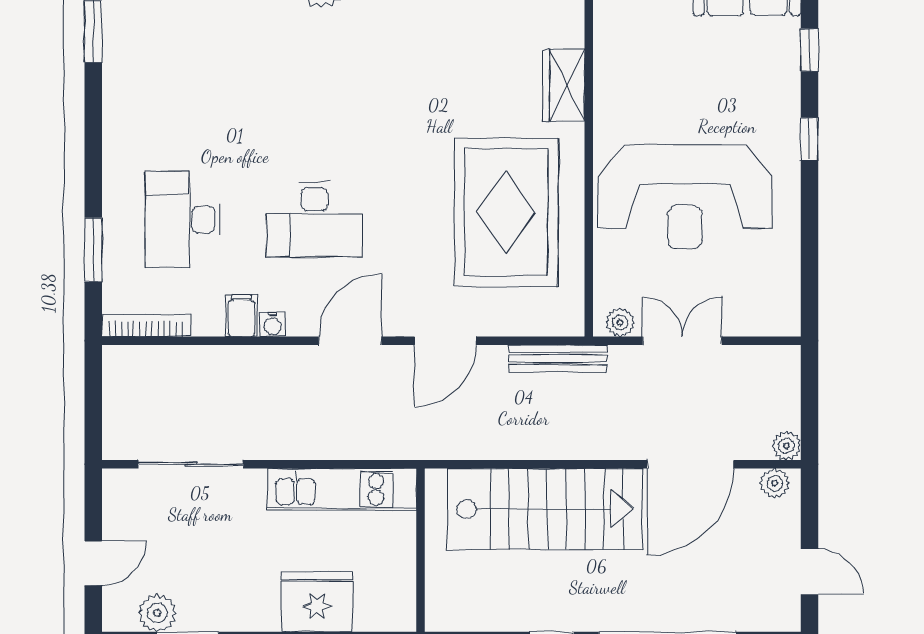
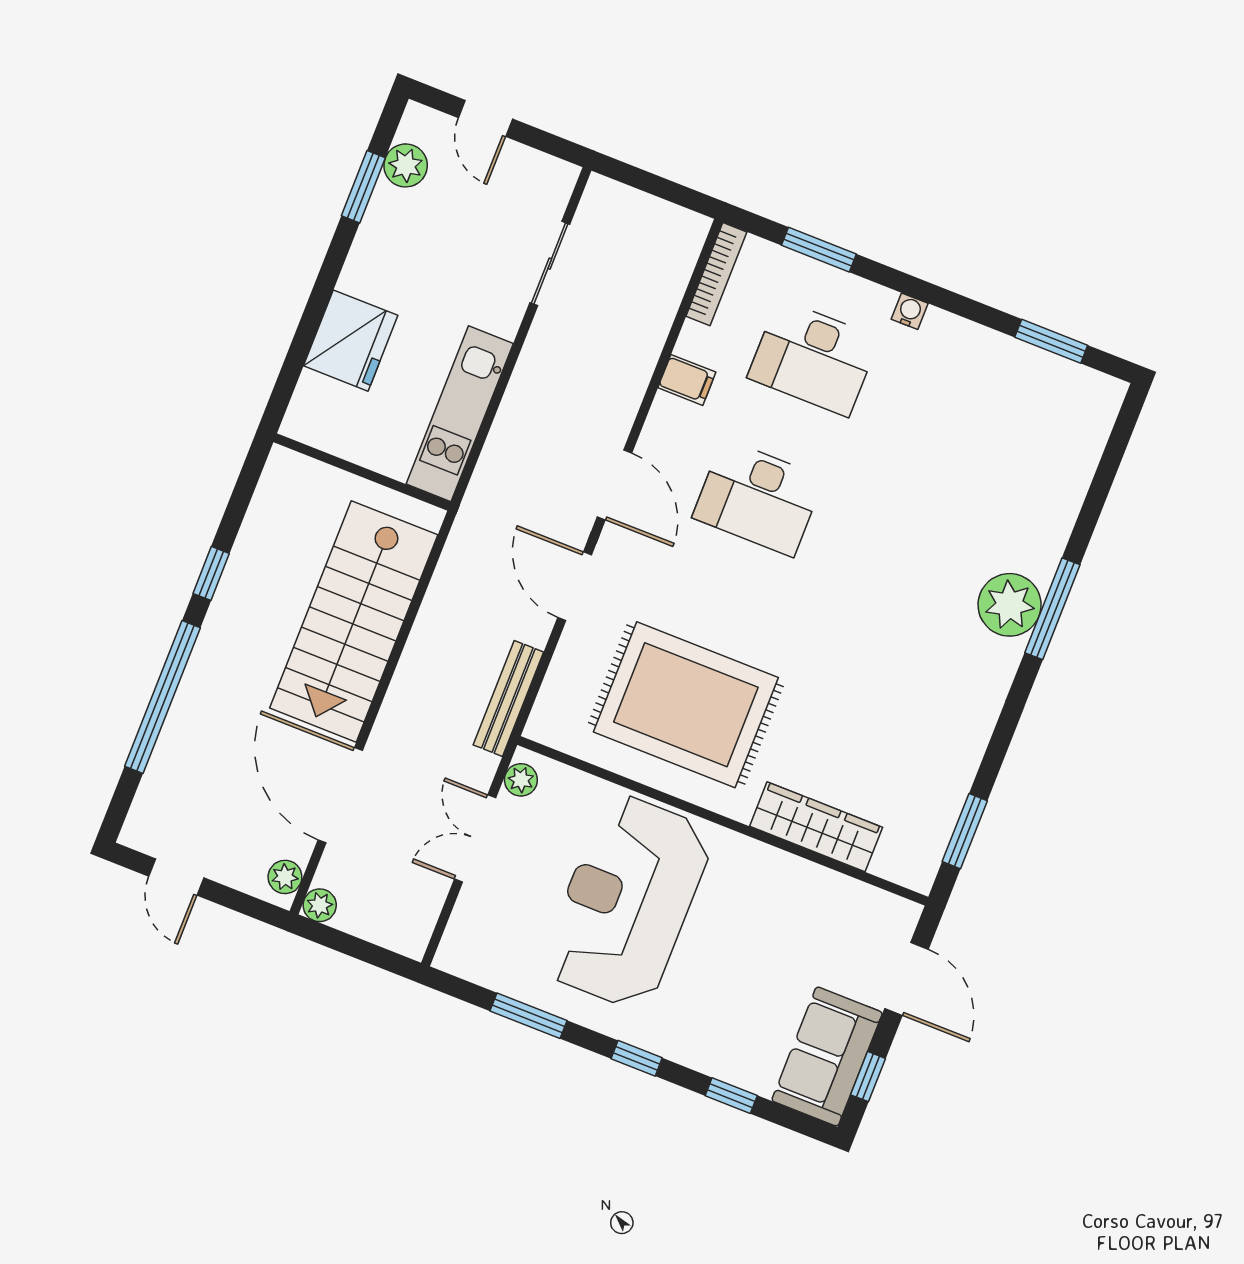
wardrobe: (564, 85) -> (816, 827), width x1.50
desk: (183, 220) -> (813, 358), turned 180
desk: (314, 220) -> (758, 498), turned -90
window: (809, 241) -> (528, 1016), added
water cooler: (272, 324) -> (910, 311), moved, turned 90
double door: (682, 341) -> (475, 838), swing flipped
sliding door: (191, 464) -> (550, 264), width x0.73
door: (809, 572) -> (176, 877), hinge flipped

